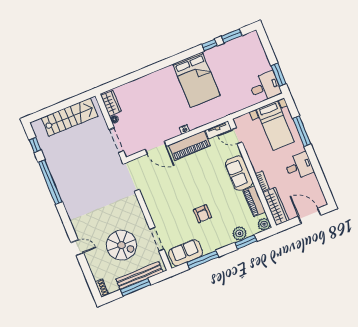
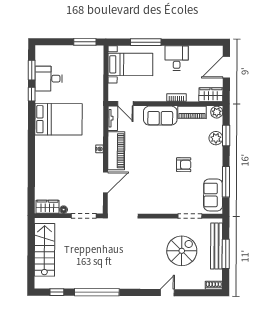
desk: (265, 87) -> (49, 79), moved, turned -90
door: (237, 136) -> (125, 104), hinge flipped
wardrobe: (276, 206) -> (211, 95), width x0.67

